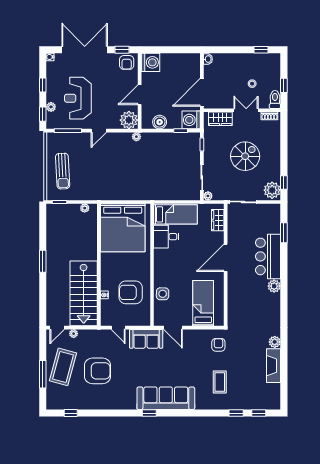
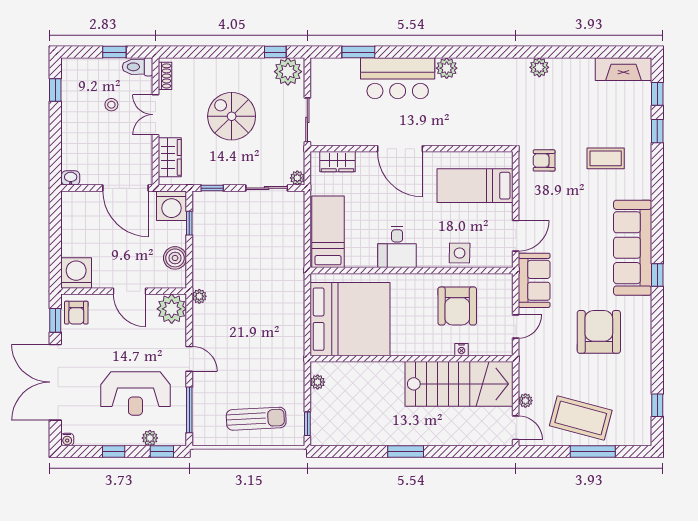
armchair: (127, 62) -> (76, 313), turned 90
desk: (166, 237) -> (397, 247), moved
fireplace: (274, 366) -> (623, 69), moved
armchair: (98, 371) -> (599, 332), moved

